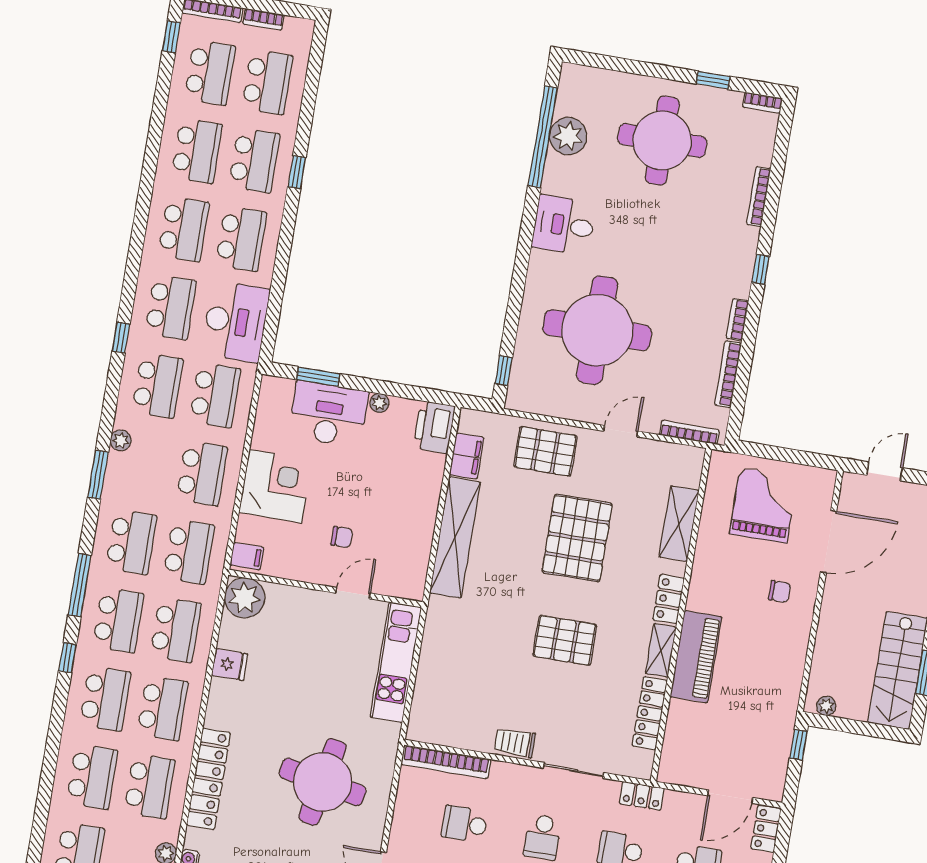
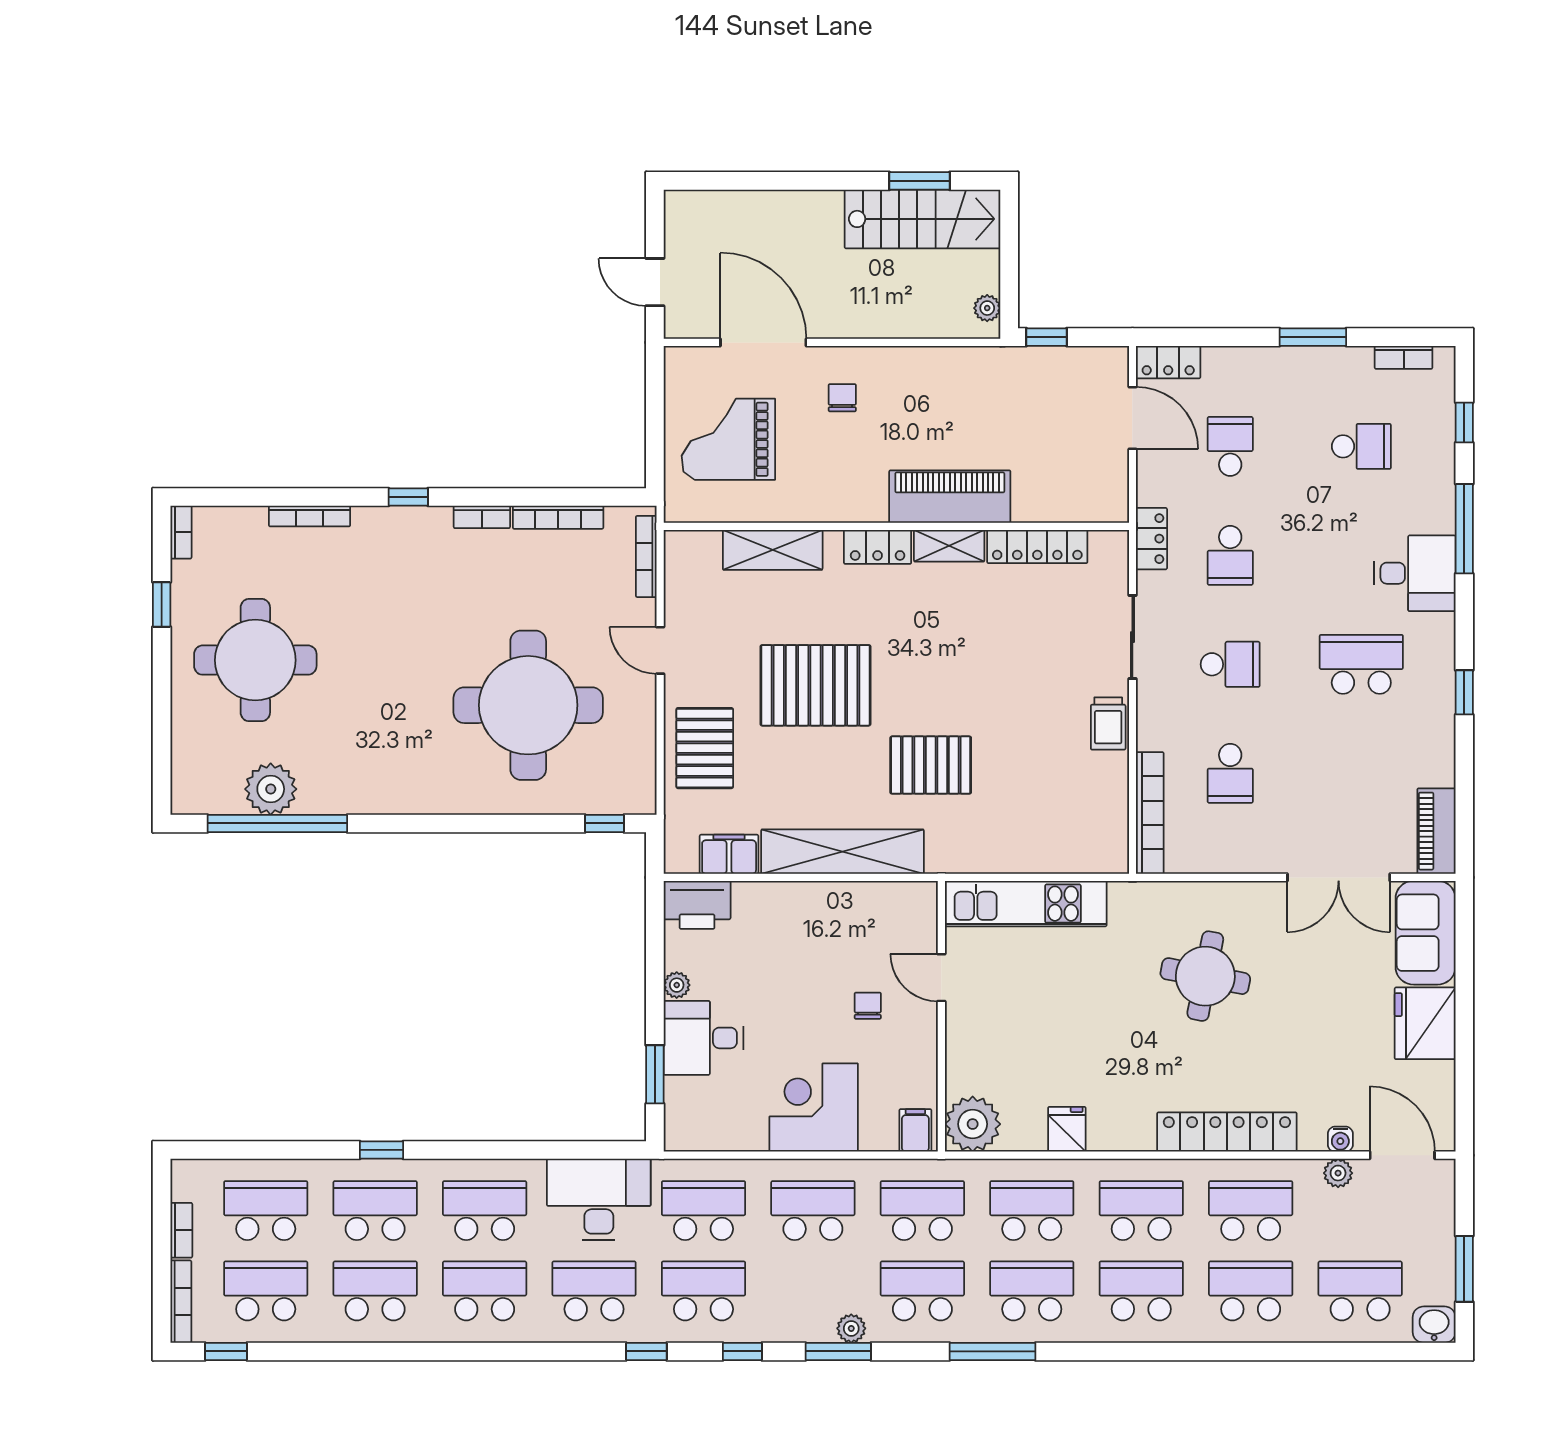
desk: (564, 225) -> (393, 775), removed
desk: (329, 414) -> (703, 1038), width x0.73
plant: (121, 440) -> (851, 1328), moved
pallet: (565, 640) -> (931, 765), moved, turned 90
window: (67, 658) -> (742, 1351), moved
round table: (323, 782) -> (1205, 976), width x0.73, depth x0.73

